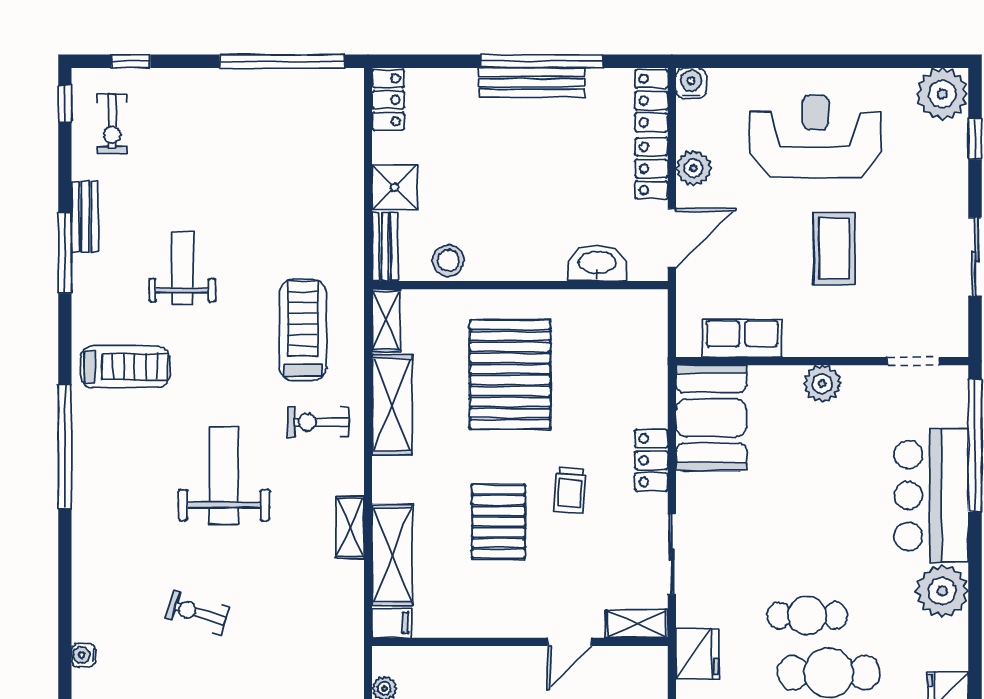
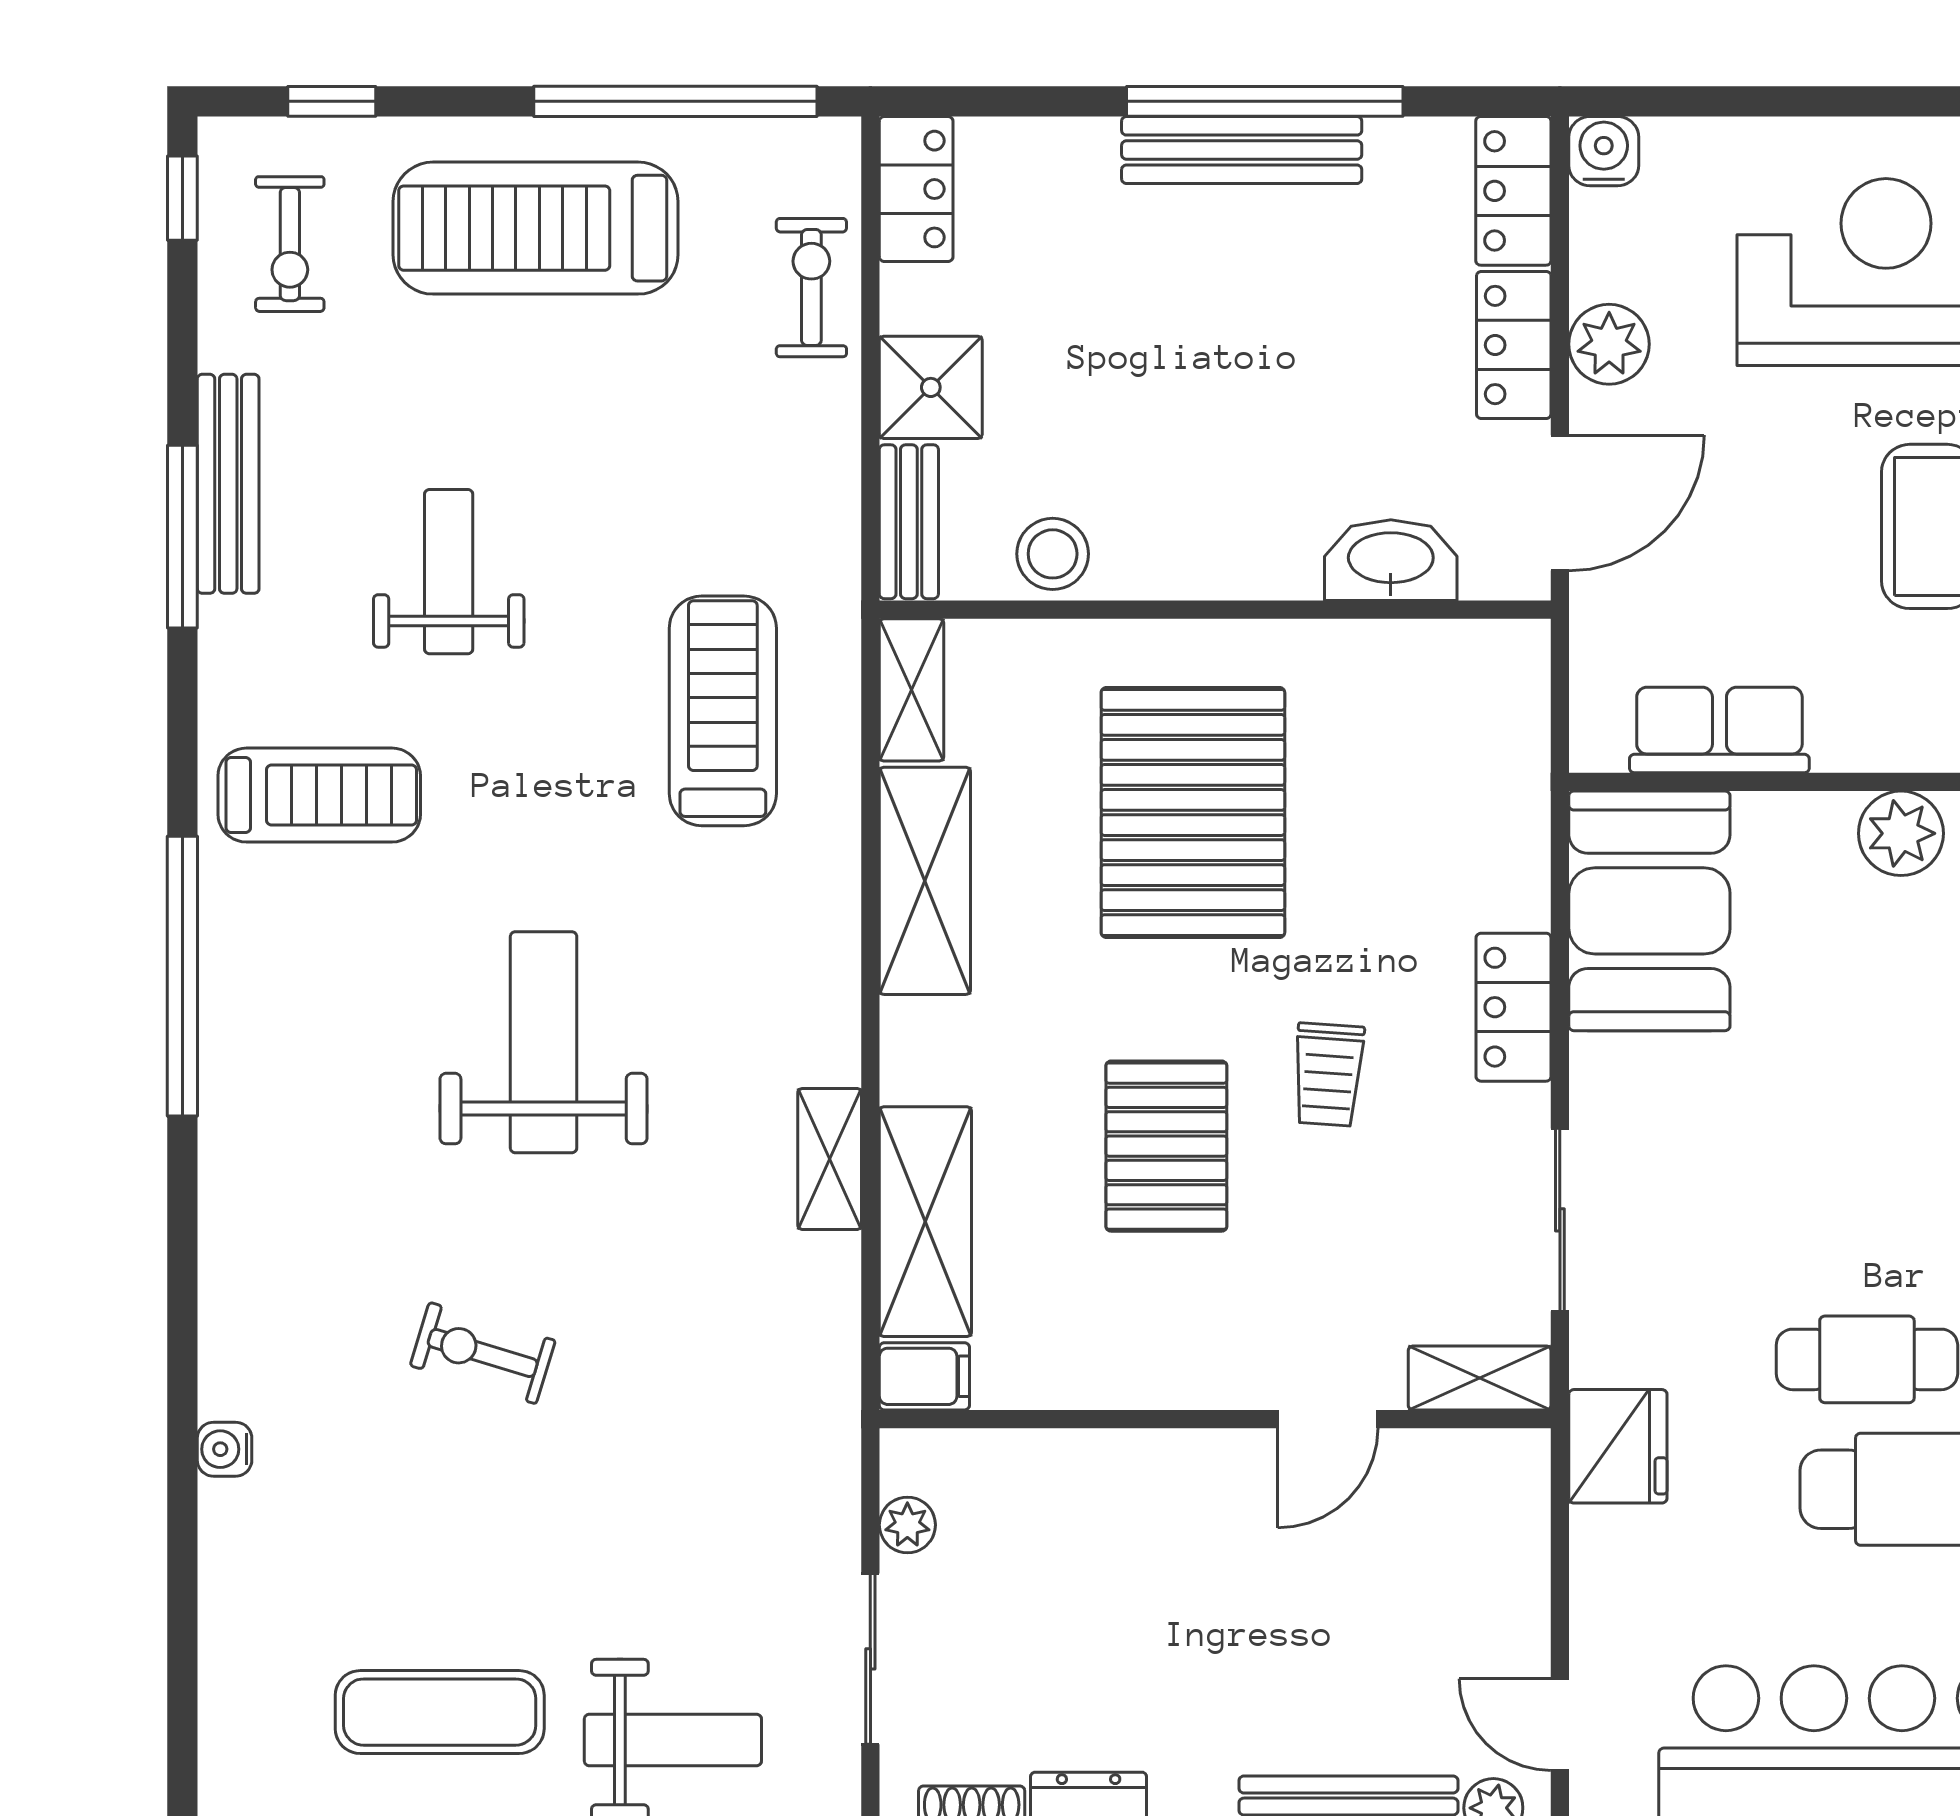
treadmill: (220, 117) -> (536, 228), added
bench: (85, 217) -> (228, 484), width x1.36
exercise bike: (318, 422) -> (811, 288), moved, turned 90

